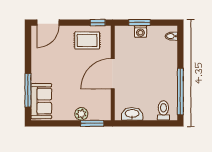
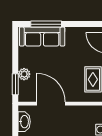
door: (113, 74) -> (51, 104), moved
sofa: (41, 101) -> (42, 37), width x1.36

